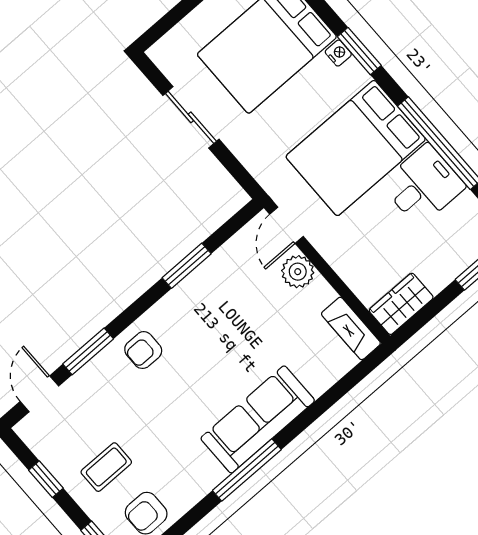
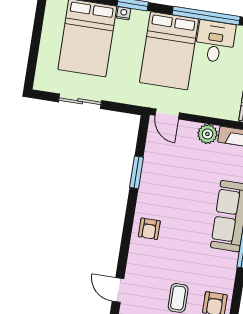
plant: (298, 272) -> (207, 134), moved
window: (88, 351) -> (124, 251), removed

